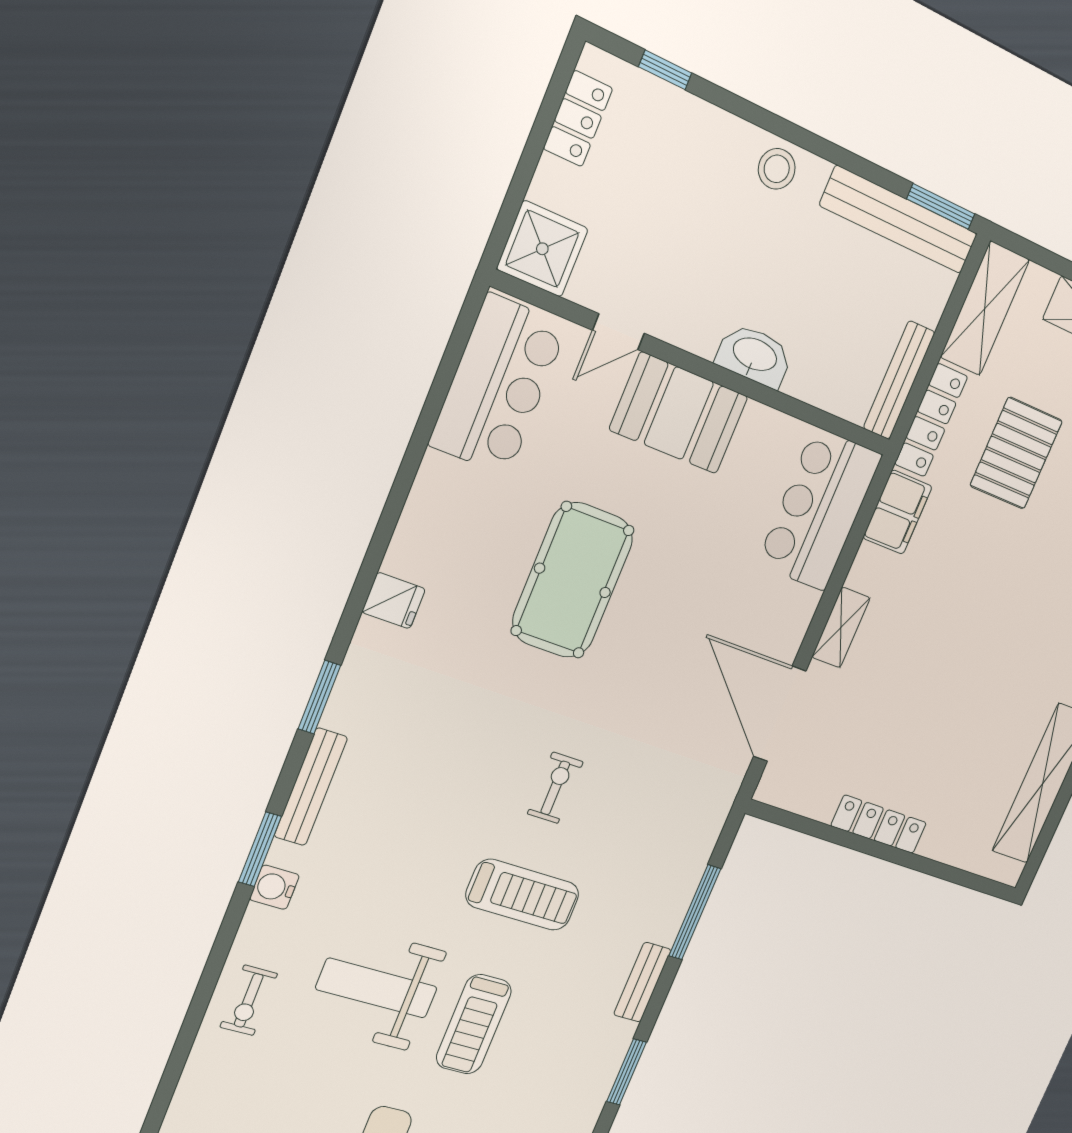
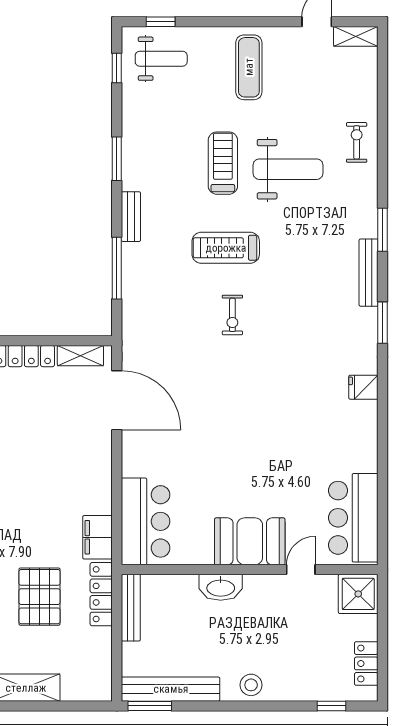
shelving: (985, 308) -> (98, 665), removed
pool table: (573, 580) -> (271, 432), removed
shelving: (841, 627) -> (80, 356), moved, turned 90
water cooler: (274, 887) -> (367, 211), removed

